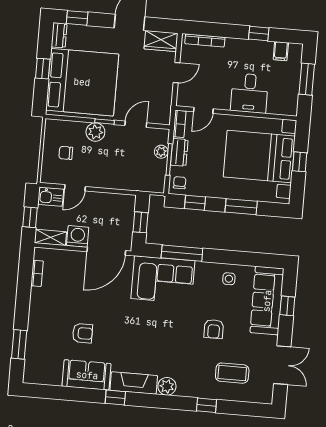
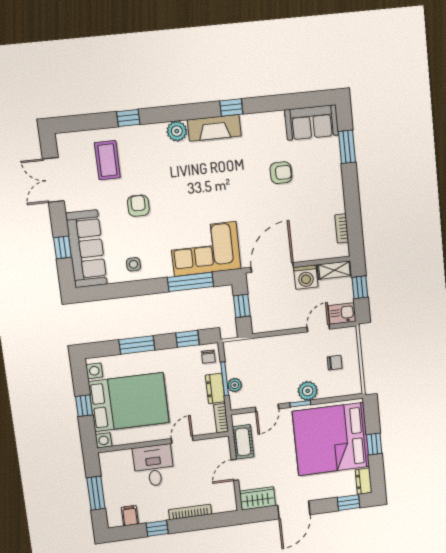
bookcase: (205, 40) -> (190, 512), moved
cot: (164, 97) -> (243, 442), added
door: (203, 110) -> (182, 440), moved
armchair: (83, 333) -> (281, 173), turned 180
coffee table: (232, 373) -> (107, 160), turned 90
sofa: (87, 375) -> (312, 122), moved

